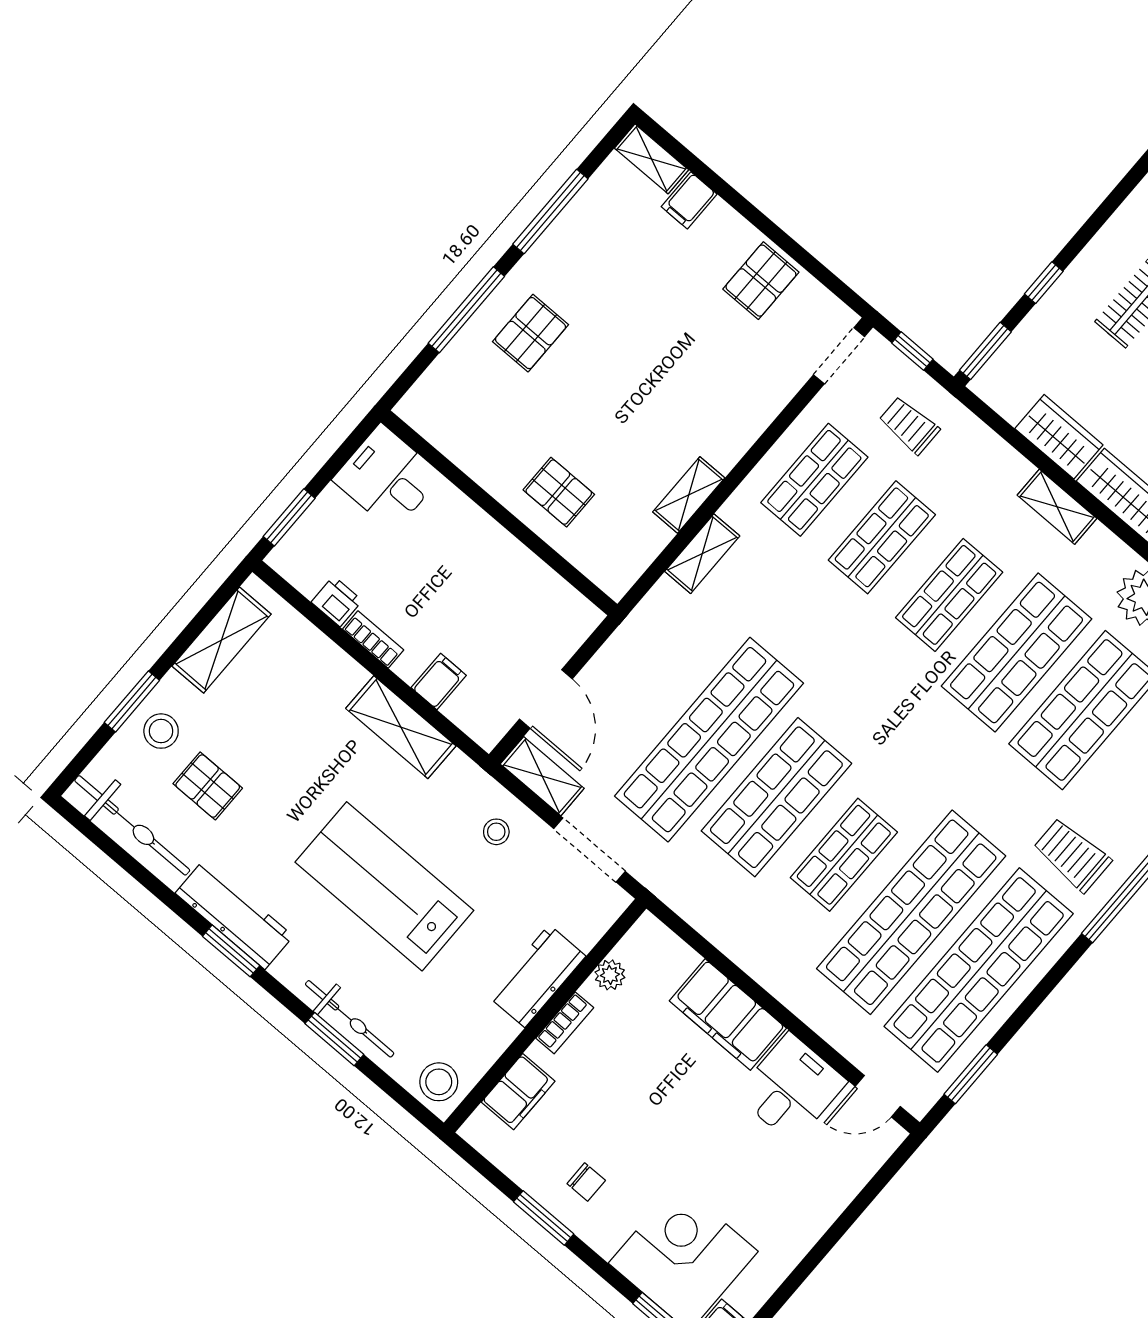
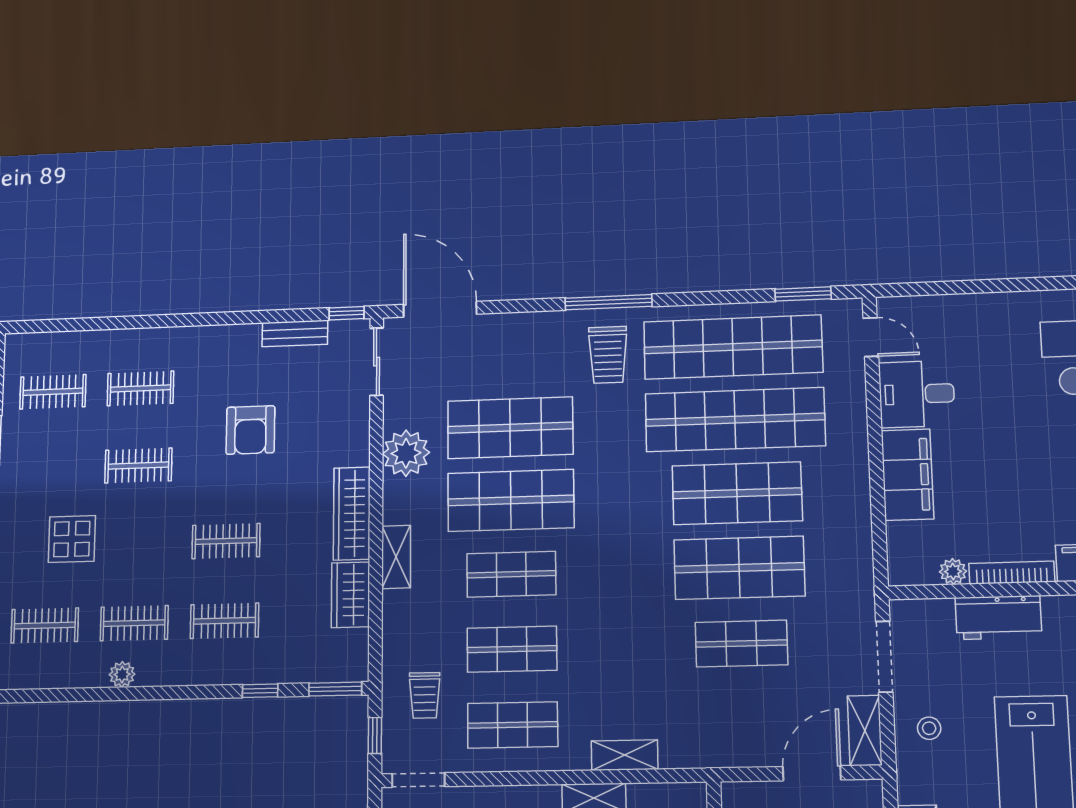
shop shelf: (709, 740) -> (741, 644), width x0.50, depth x0.74
shop shelf: (844, 855) -> (737, 493), width x1.43, depth x1.36
bookcase: (565, 1023) -> (1012, 573), width x1.56

